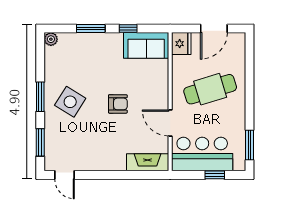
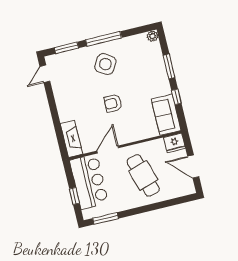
window: (40, 97) -> (104, 39), width x1.44
armchair: (118, 104) -> (113, 103), turned 90

